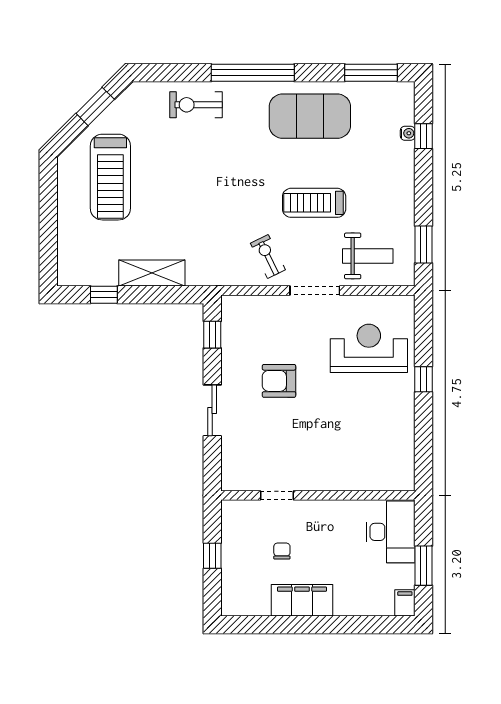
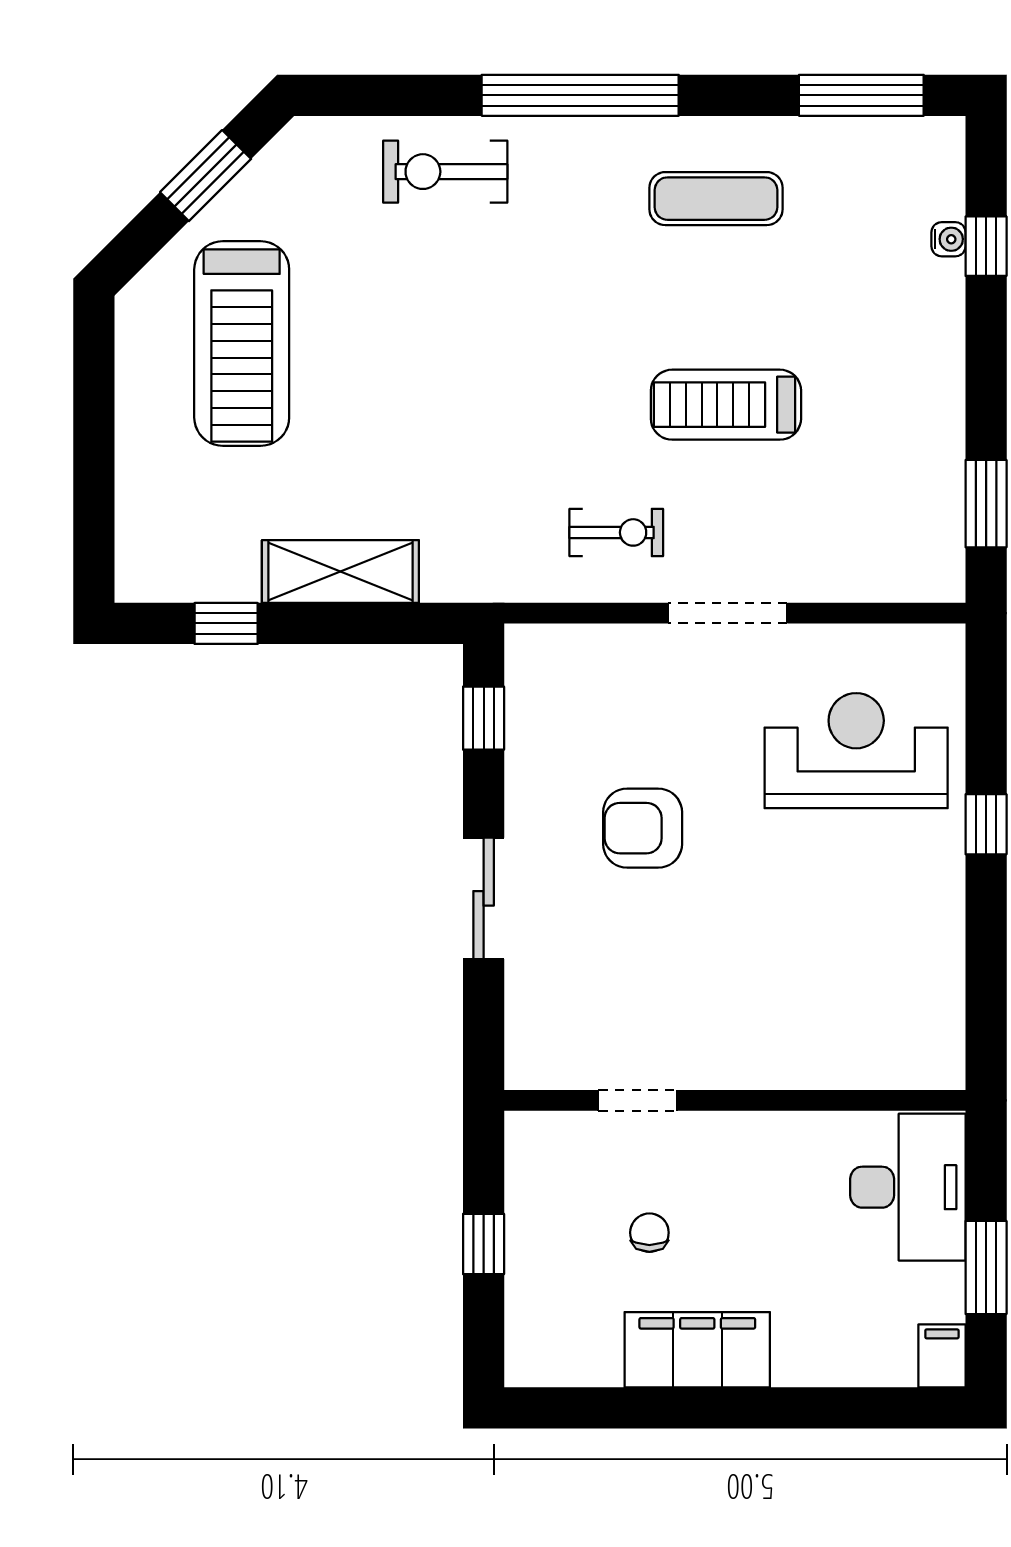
exercise mat: (310, 116) -> (716, 199), width x0.50, depth x0.69
weight bench: (368, 256) -> (854, 531), removed
exercise bike: (268, 257) -> (616, 532), turned 116

